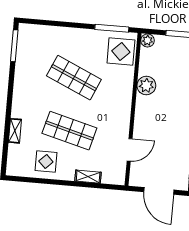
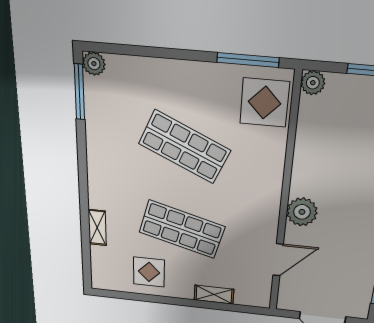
plant: (25, 30) -> (94, 64), added
plant: (146, 85) -> (302, 212), moved

